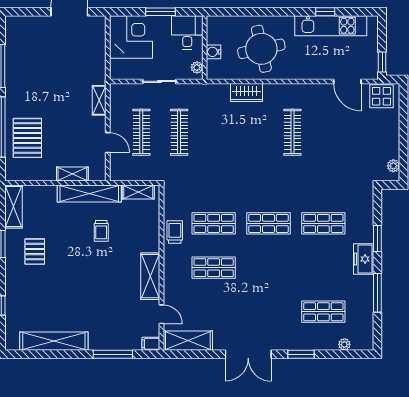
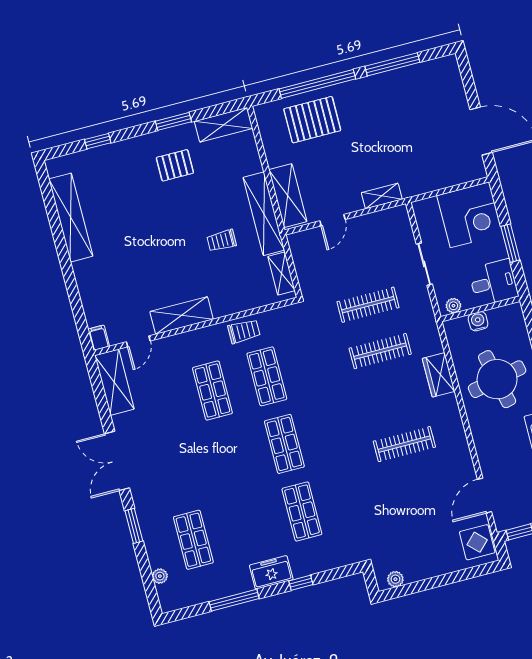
clothes rail: (141, 132) -> (380, 351), moved
shelving: (72, 174) -> (288, 196), width x1.50, depth x1.33
window: (377, 238) -> (301, 583), width x0.67
window: (113, 354) -> (74, 294), removed

